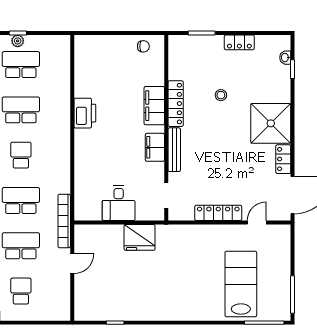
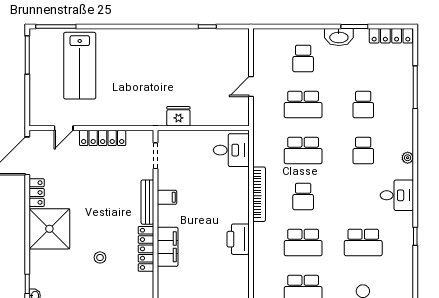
filing cabinet: (155, 147) -> (167, 197), width x0.50
desk: (119, 203) -> (231, 150), moved, turned 90
bookcase: (64, 221) -> (259, 194), moved
fridge: (140, 237) -> (178, 116), width x0.73, depth x0.75

